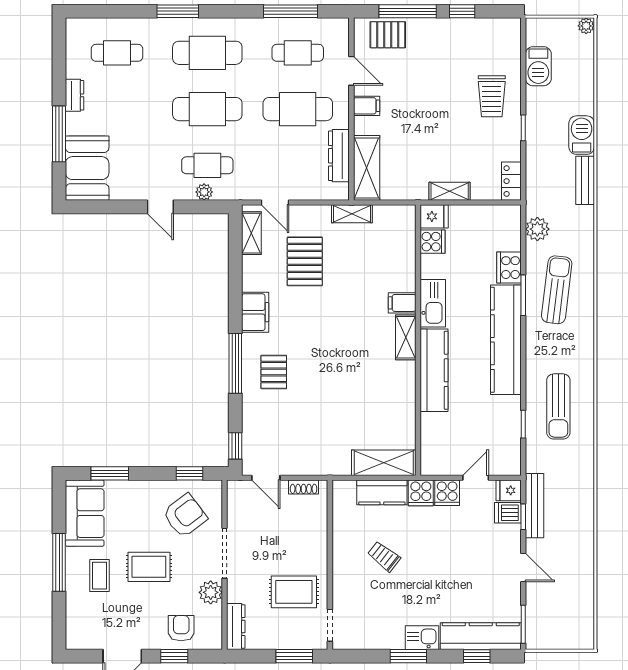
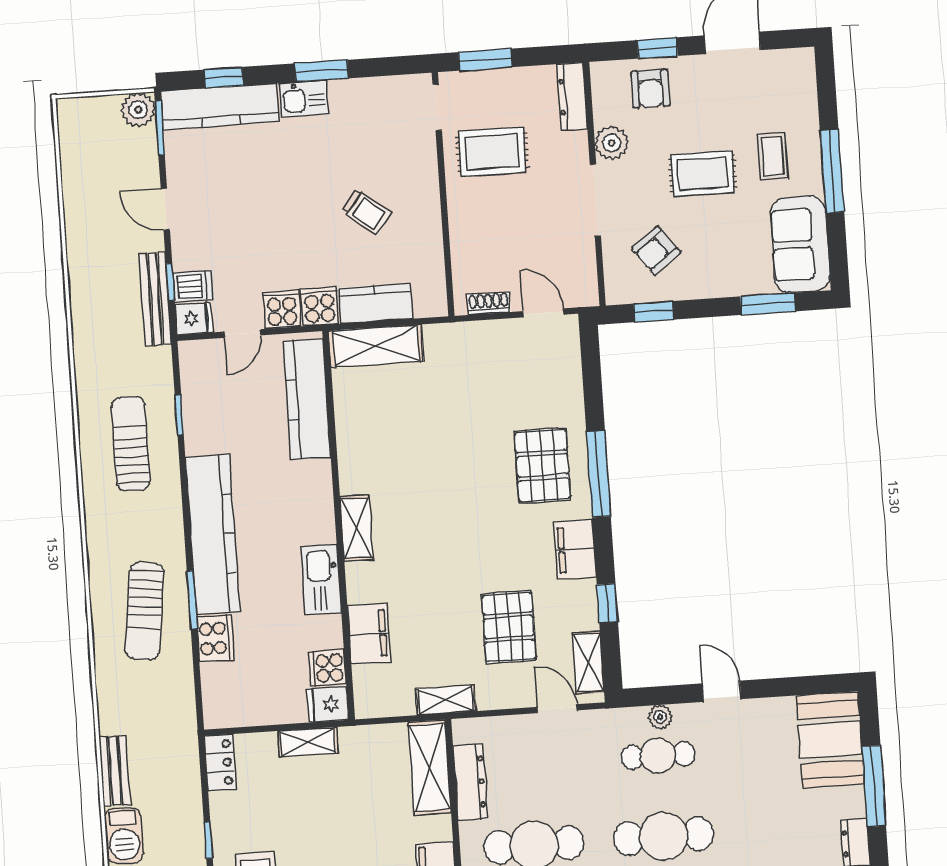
plant: (537, 229) -> (138, 110), moved
filing cabinet: (402, 303) -> (369, 634), moved, width x2.00
kitchen counter: (434, 370) -> (307, 399), moved
pallet: (274, 372) -> (542, 465), width x1.50, depth x1.42
window: (235, 446) -> (607, 603), moved
armchair: (185, 516) -> (656, 251), width x0.72, depth x0.72

